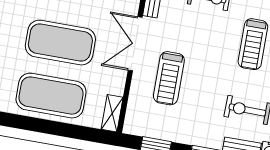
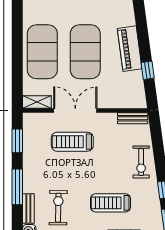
double door: (135, 44) -> (75, 111), moved

